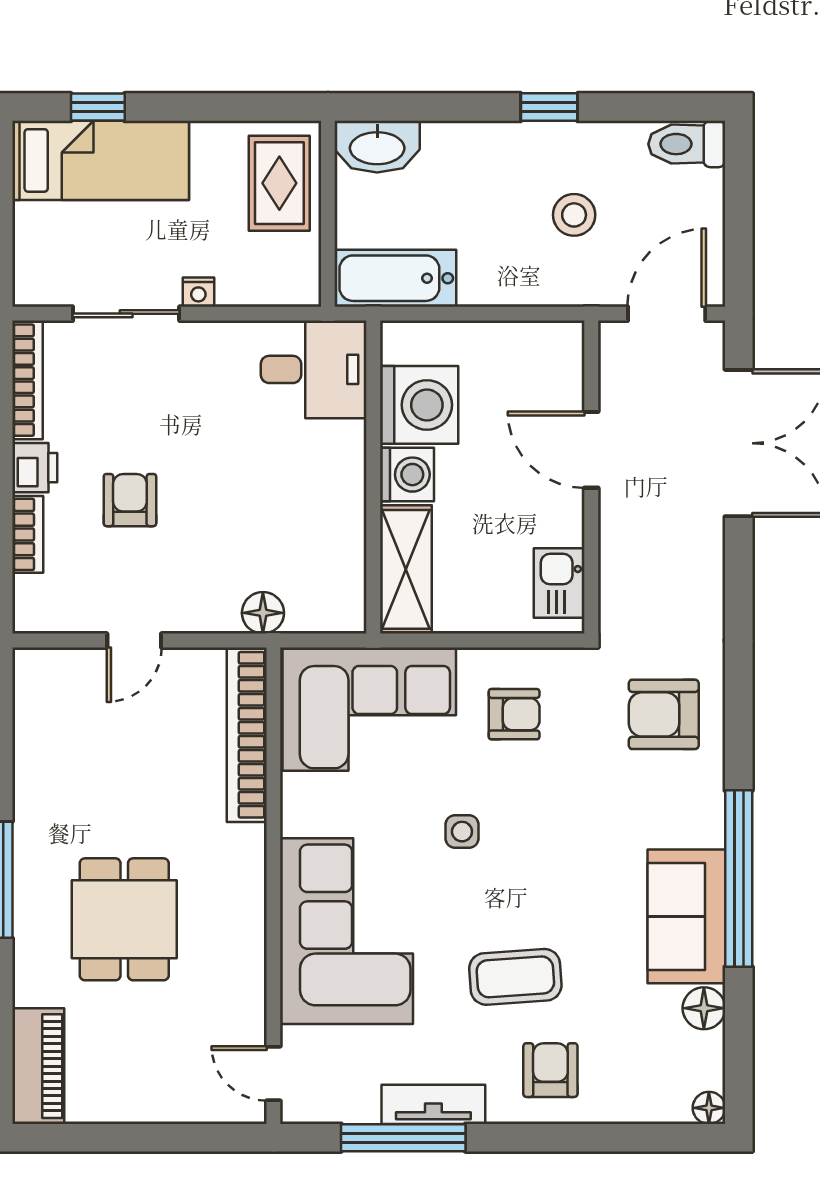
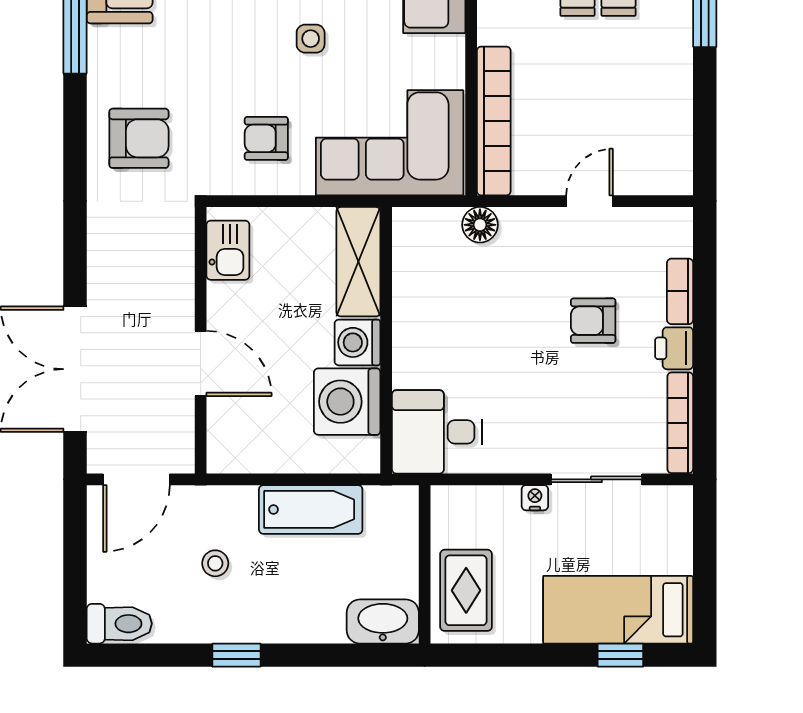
stool: (574, 215) -> (215, 563), width x0.73, depth x0.73
bathtub: (395, 278) -> (311, 509), moved
armchair: (130, 500) -> (593, 321), turned 90

